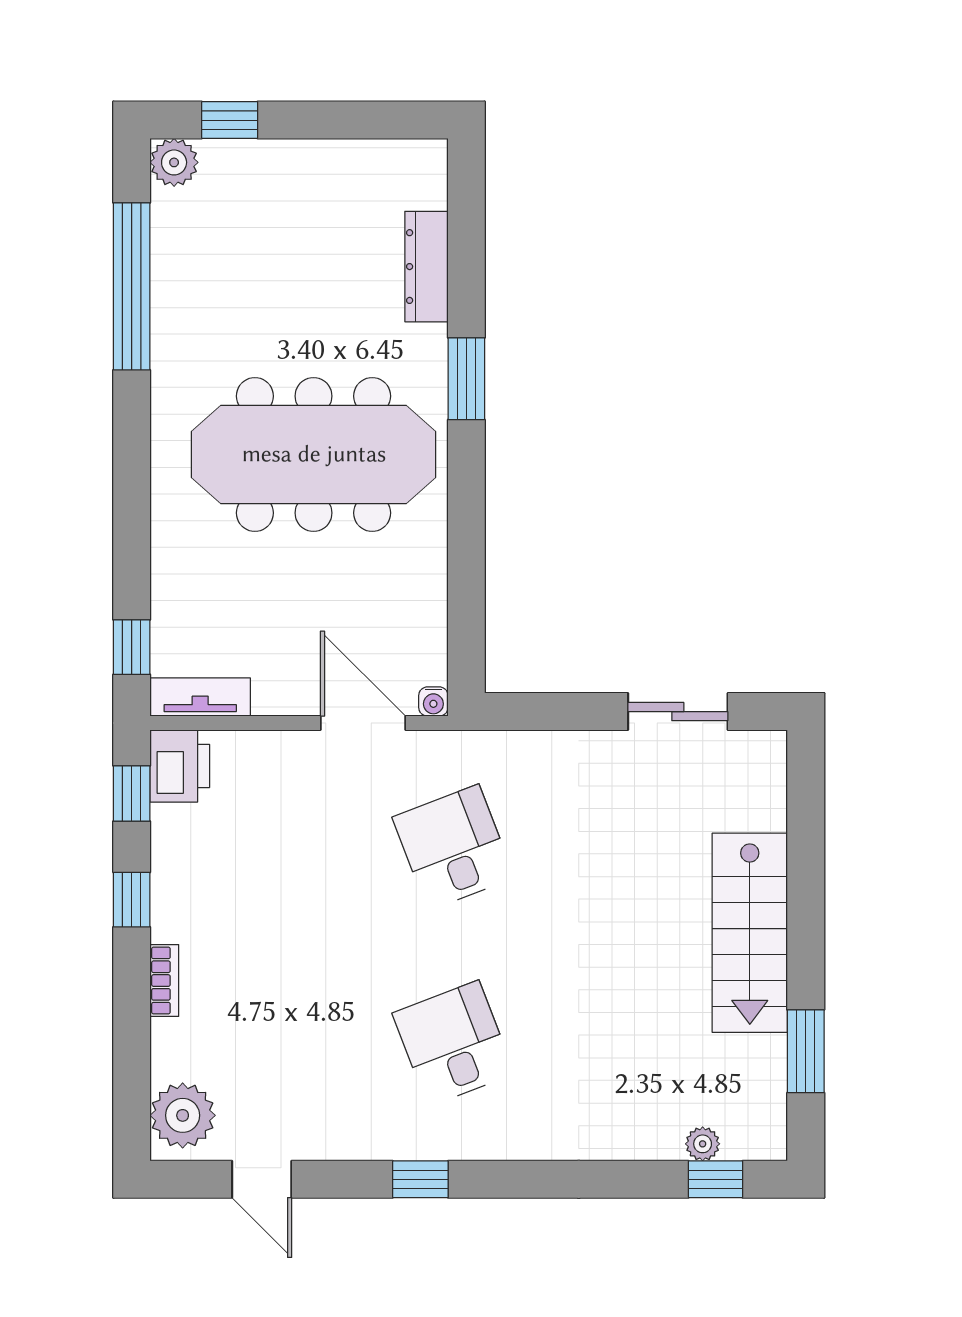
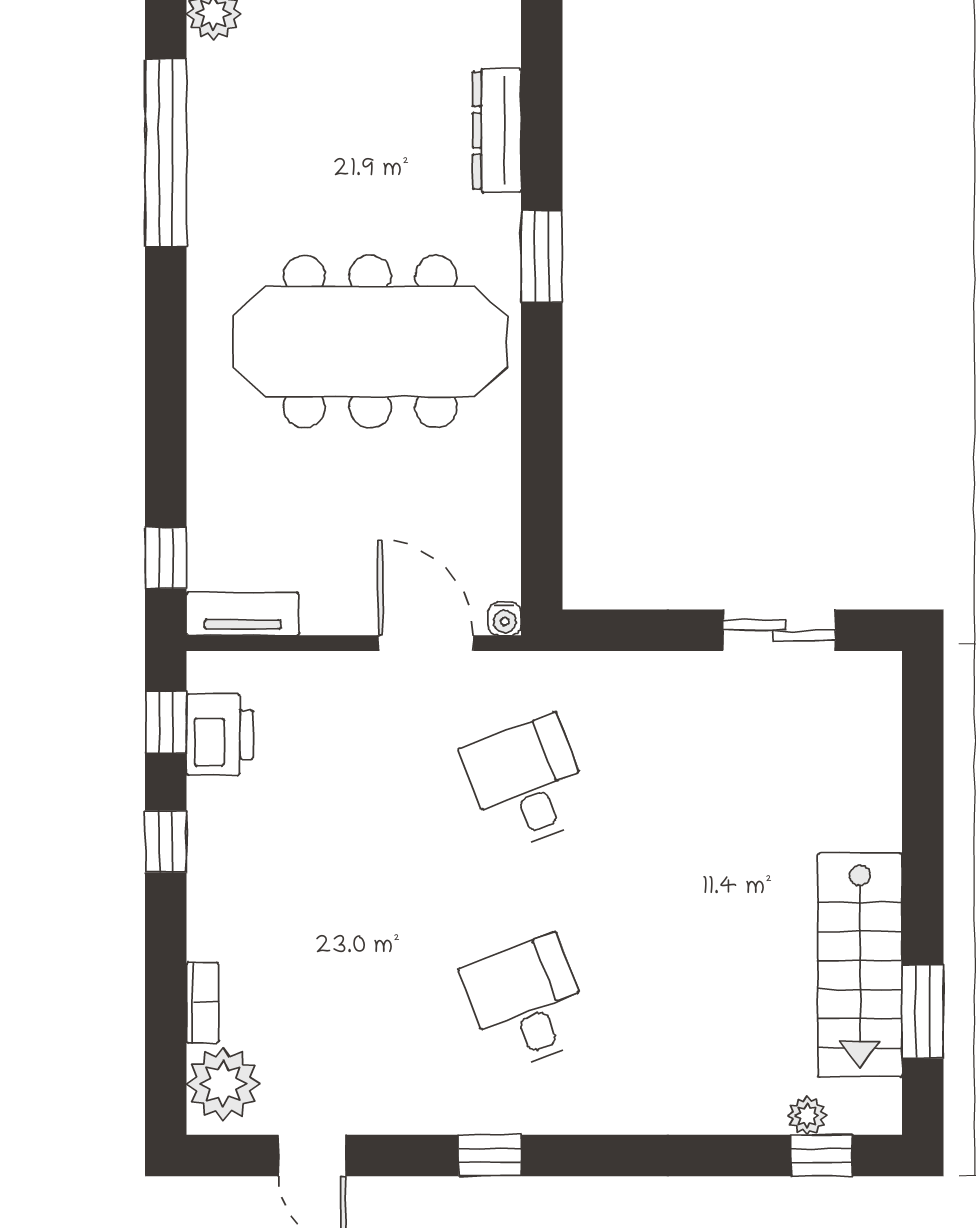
printer: (180, 766) -> (220, 735), moved
stairs: (750, 933) -> (860, 965), moved
bookcase: (164, 981) -> (203, 1003), moved

